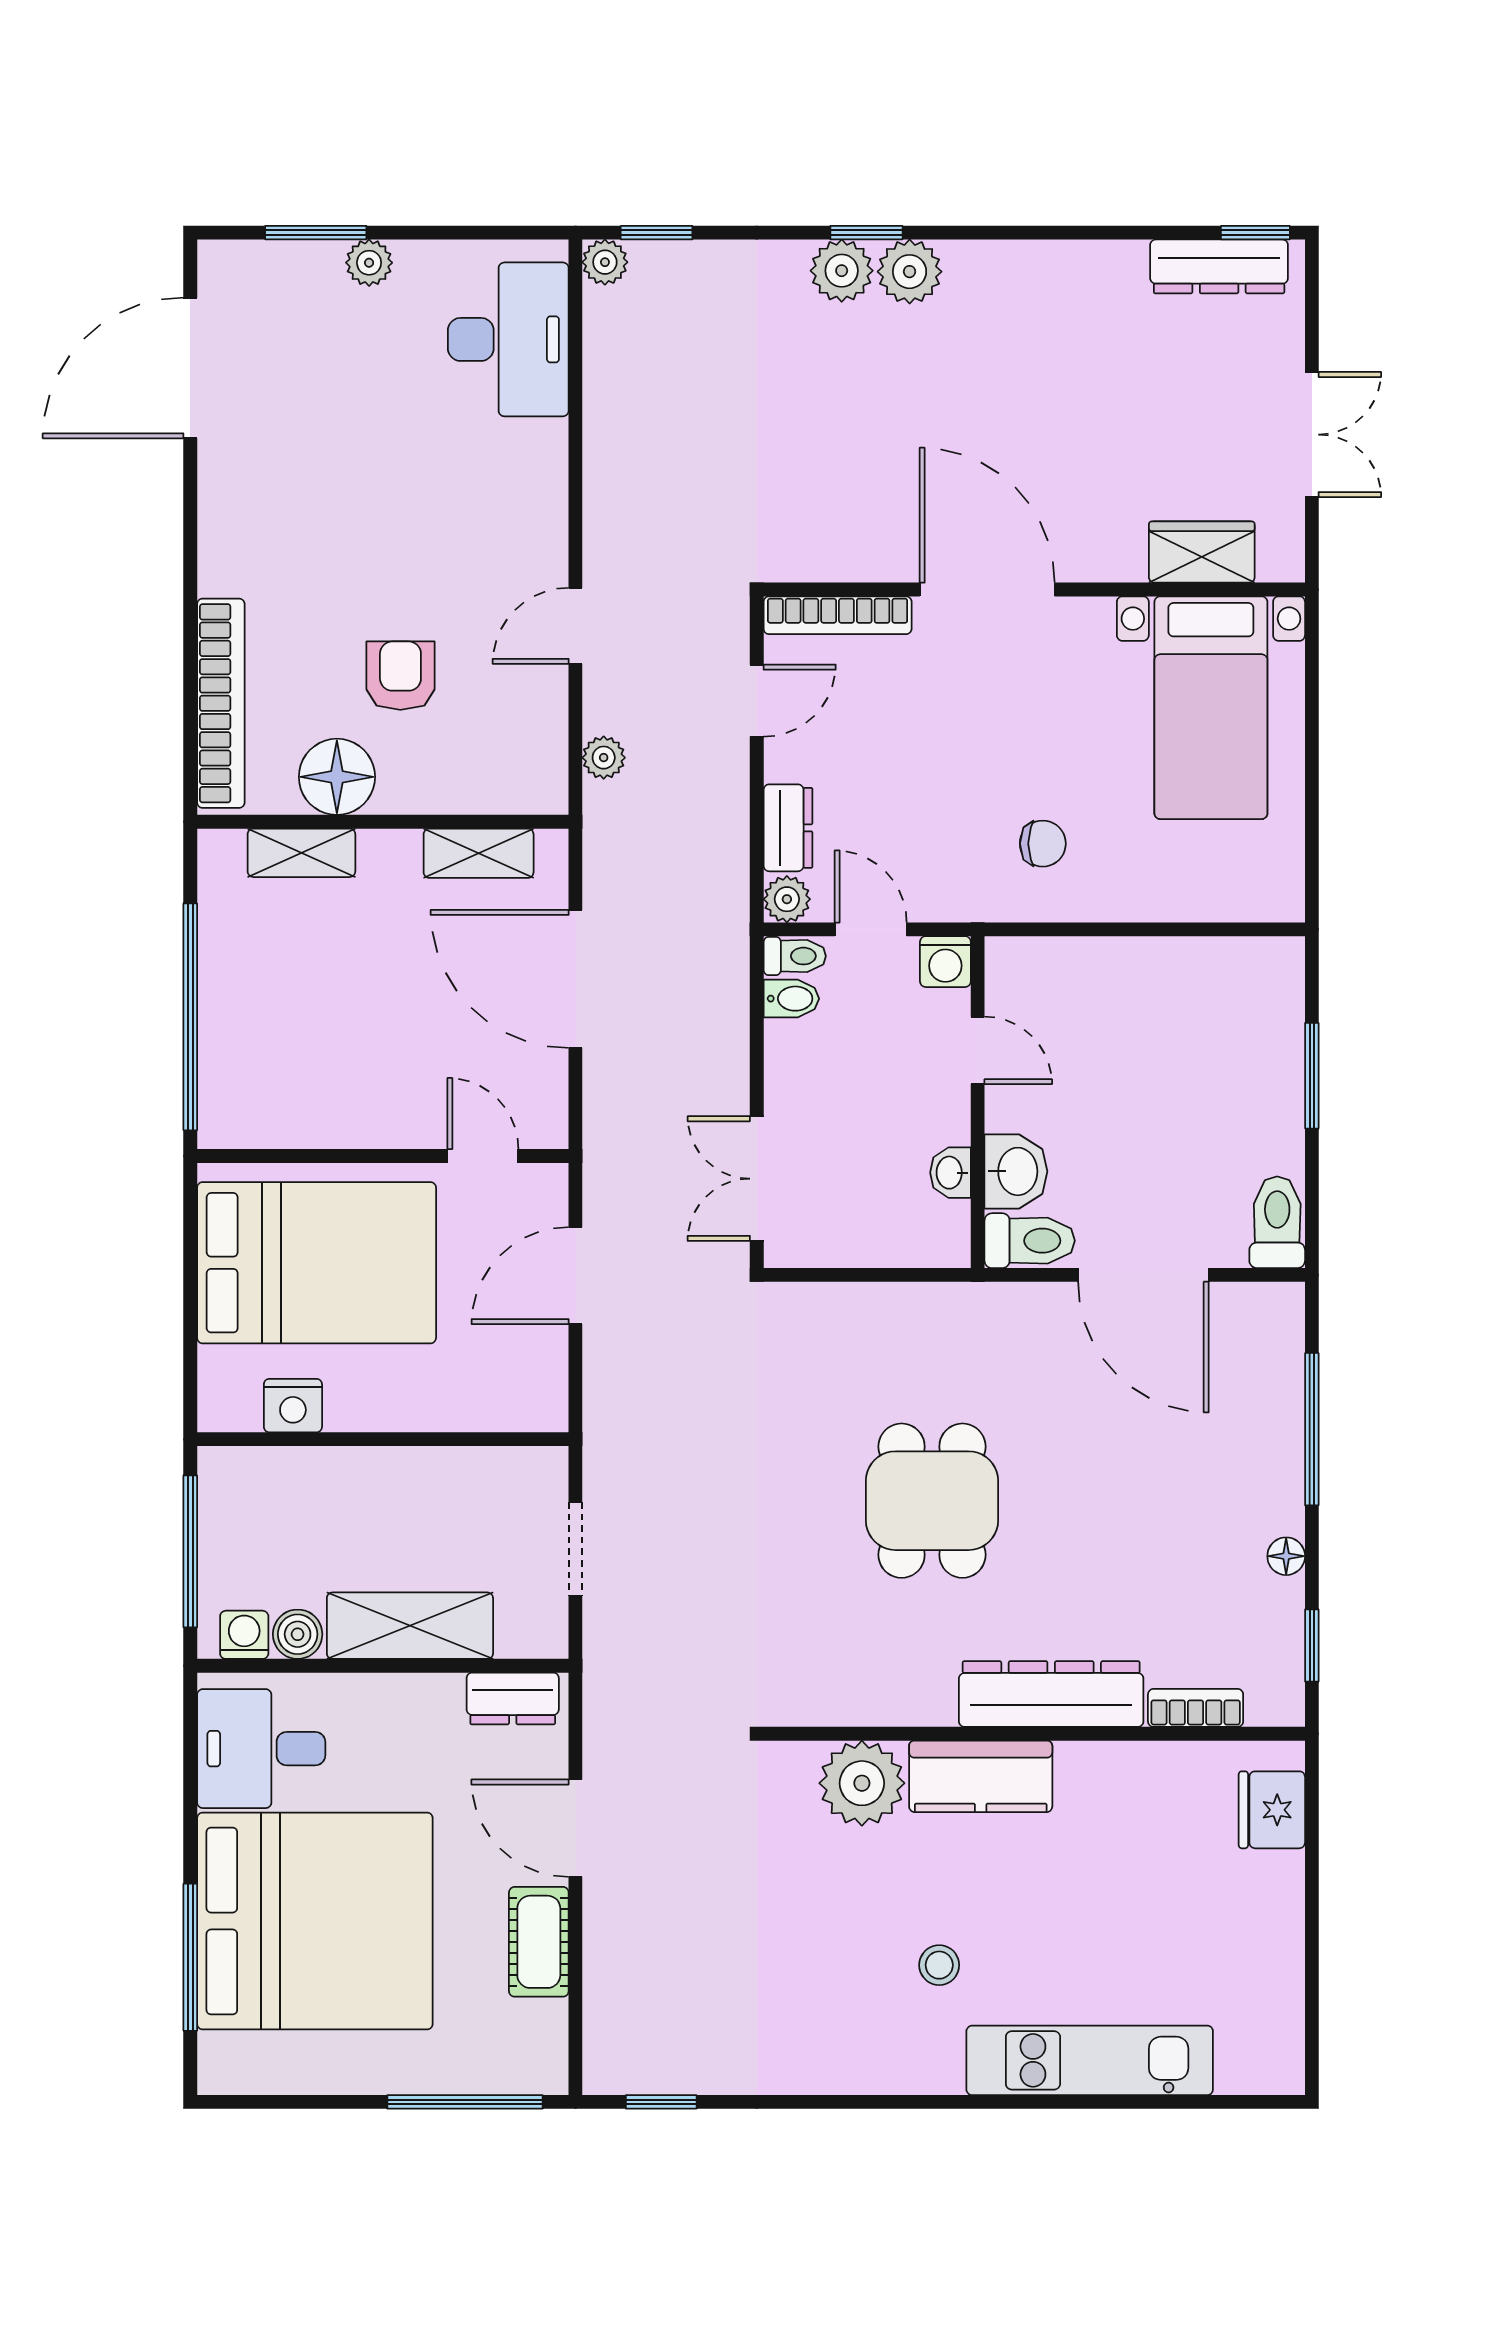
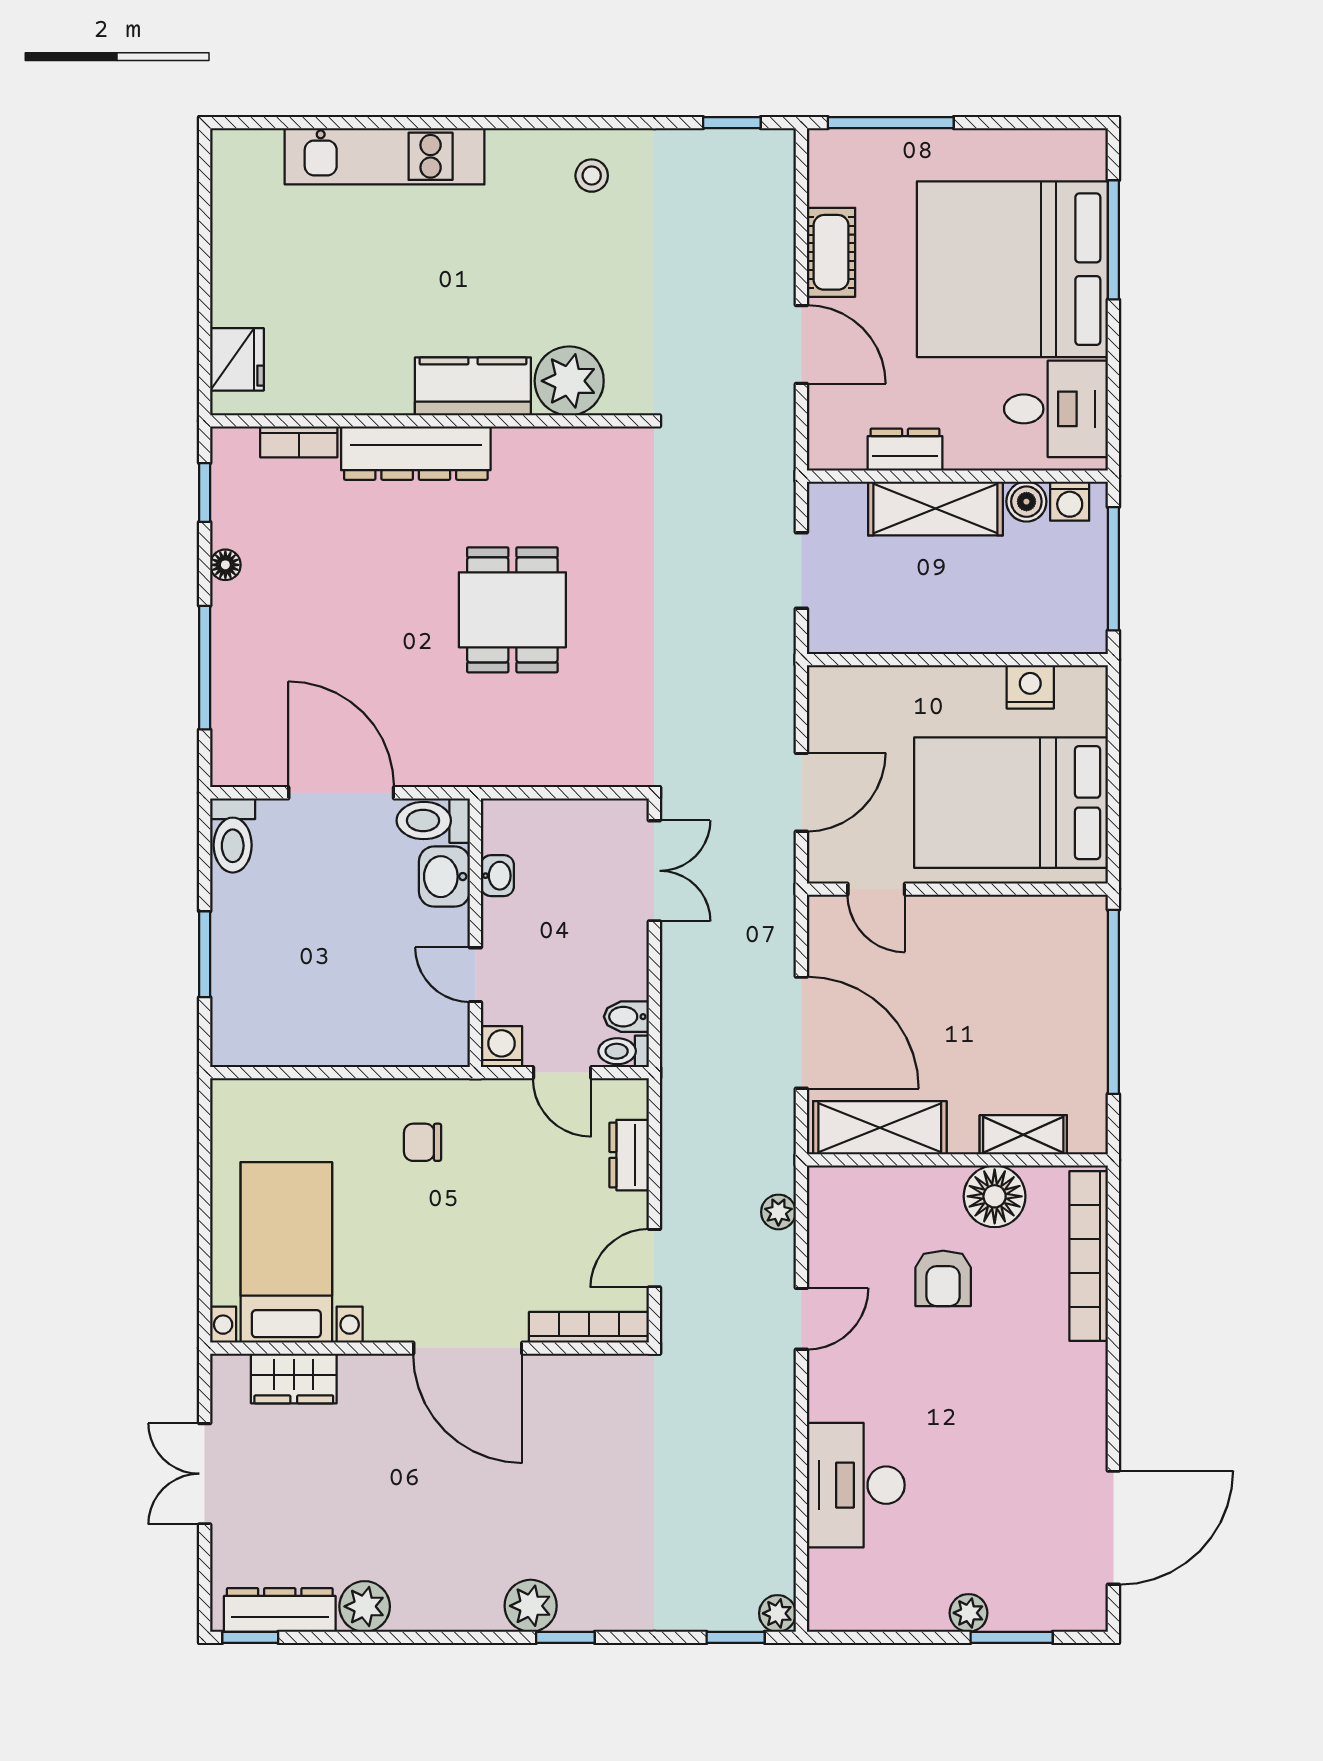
plant: (842, 271) -> (365, 1606), moved
desk: (508, 339) -> (856, 1485), moved
shelving: (479, 853) -> (880, 1128), width x1.50, depth x1.33
plant: (787, 899) -> (630, 1097), removed
dresser: (513, 1698) -> (905, 450), moved
stool: (939, 1965) -> (592, 176), moved

